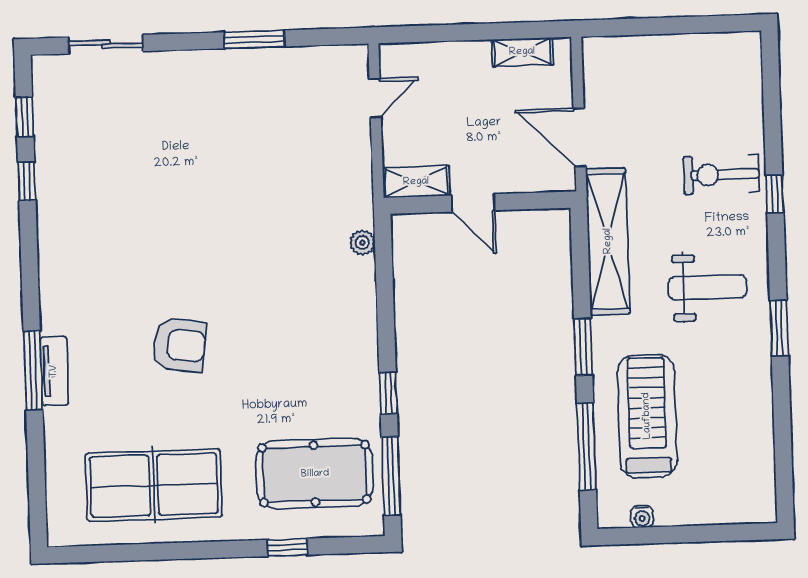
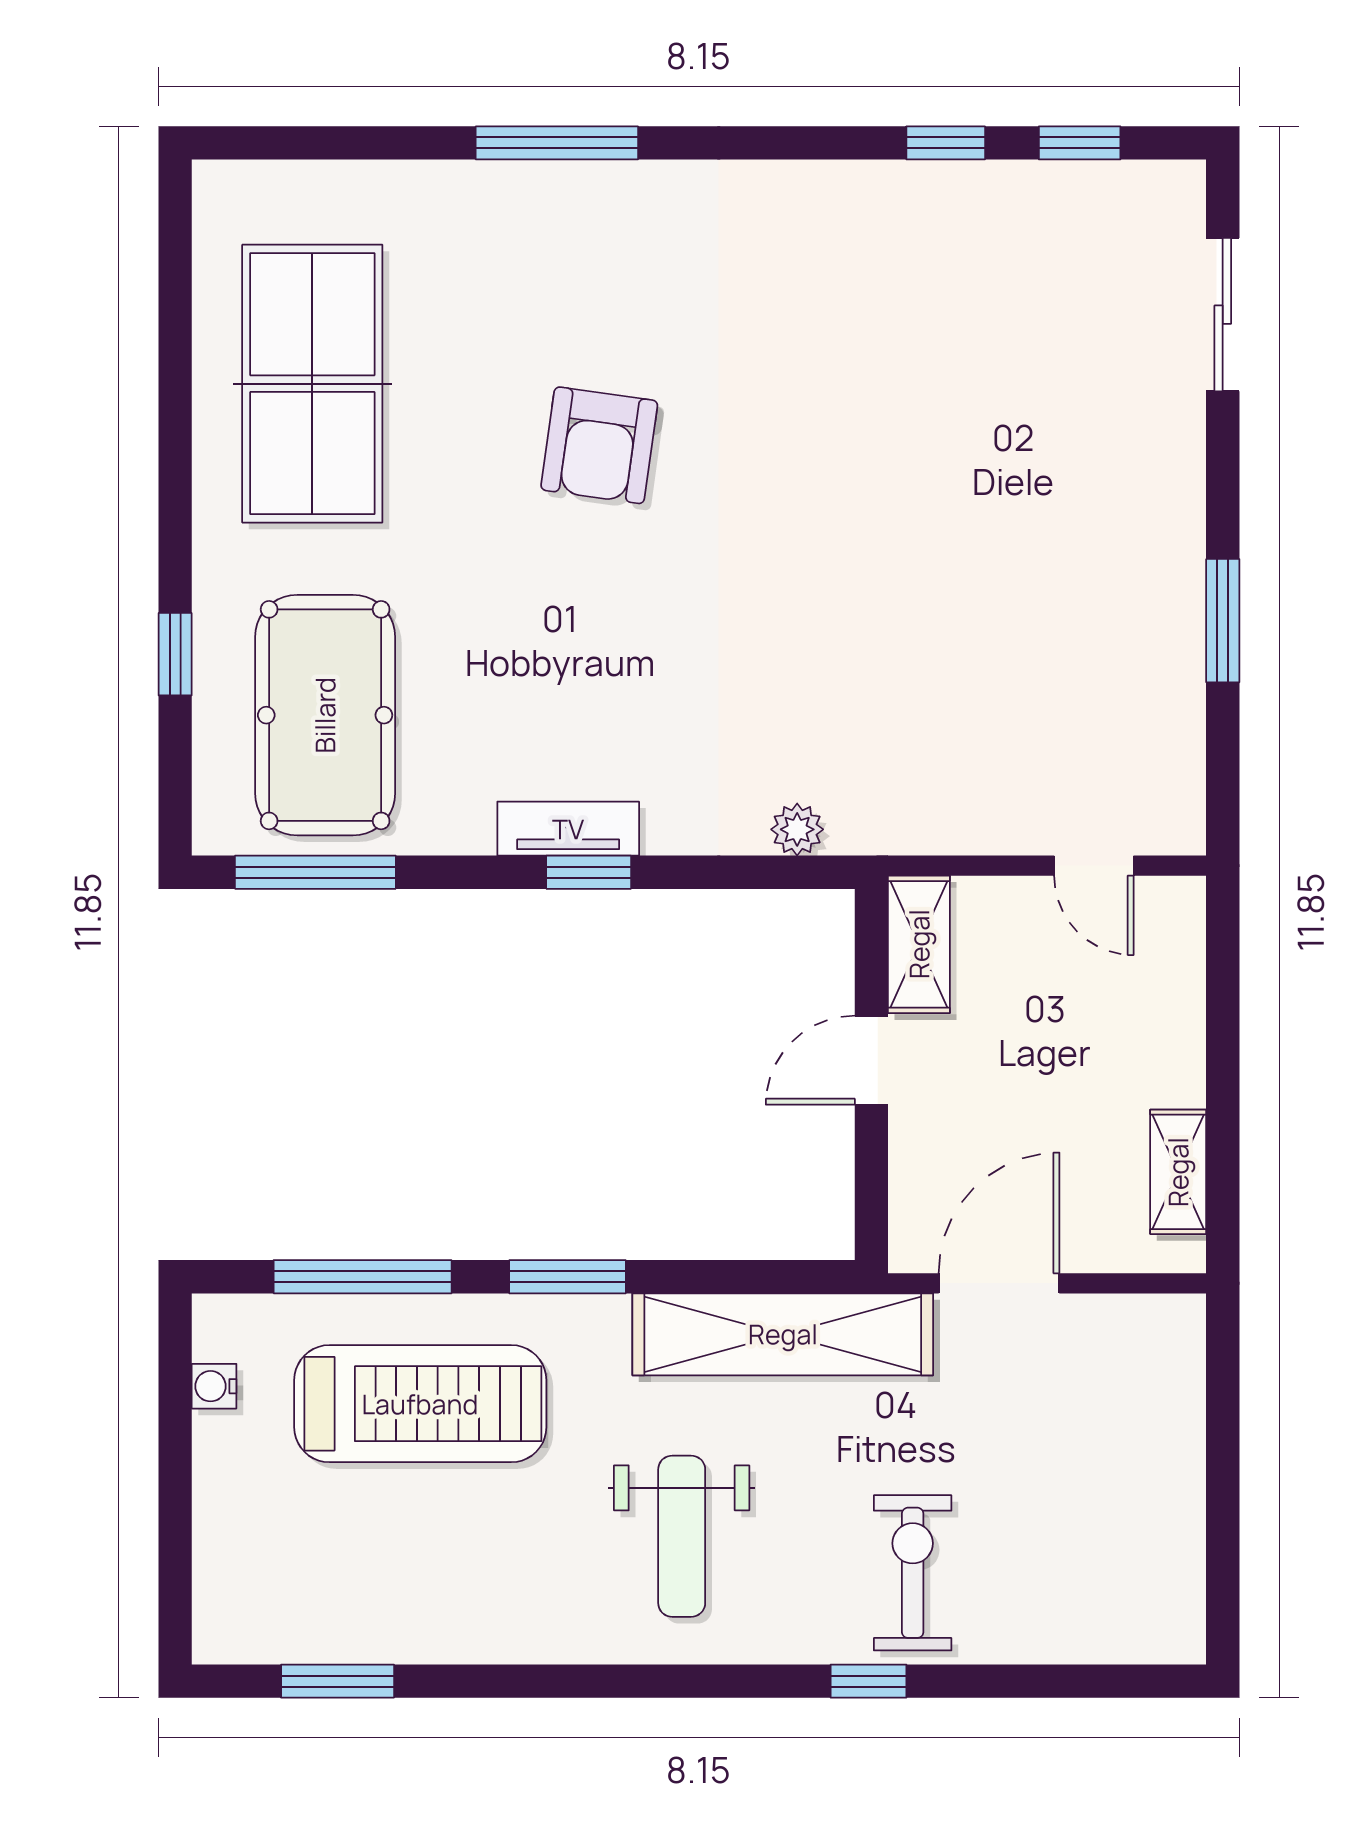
window: (779, 328) -> (338, 1681), moved
tv unit: (54, 371) -> (568, 829), moved, turned 180
window: (388, 393) -> (589, 872), moved

